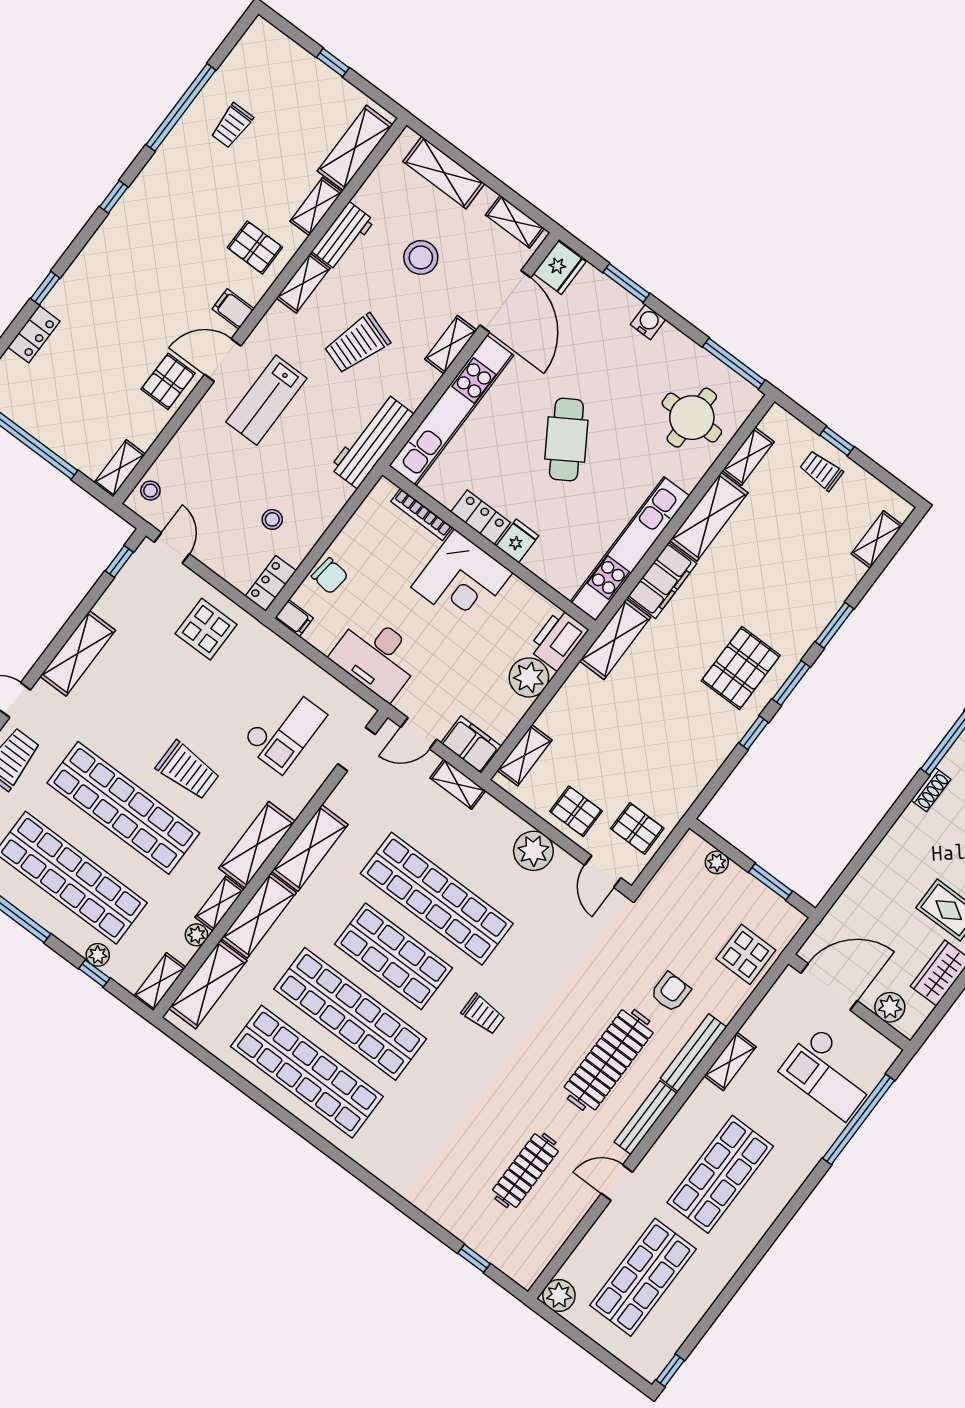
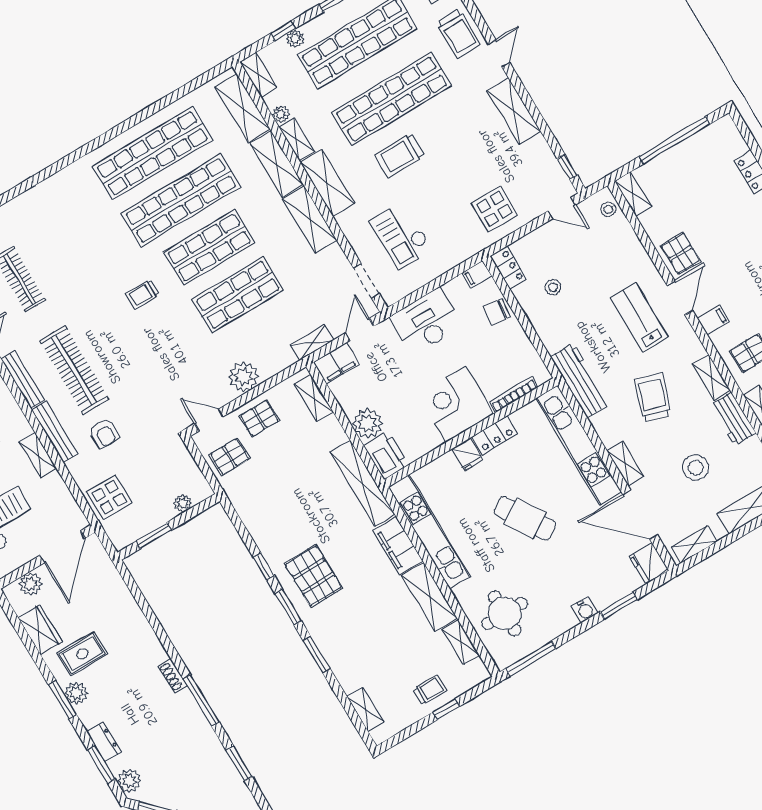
shelving: (615, 639) -> (363, 483), width x1.47
shop shelf: (437, 899) -> (238, 295), width x0.71

